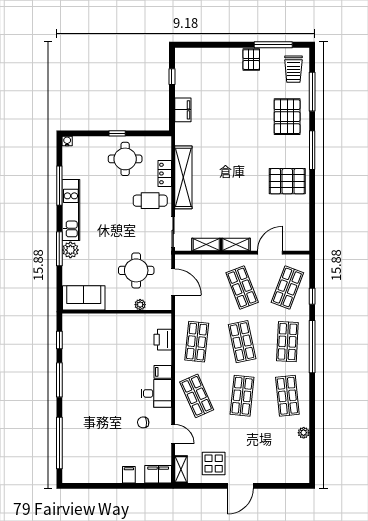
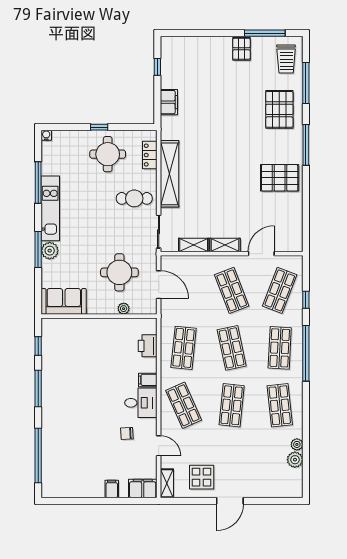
locker: (165, 173) -> (150, 155), moved
plant: (302, 447) -> (295, 460), added

